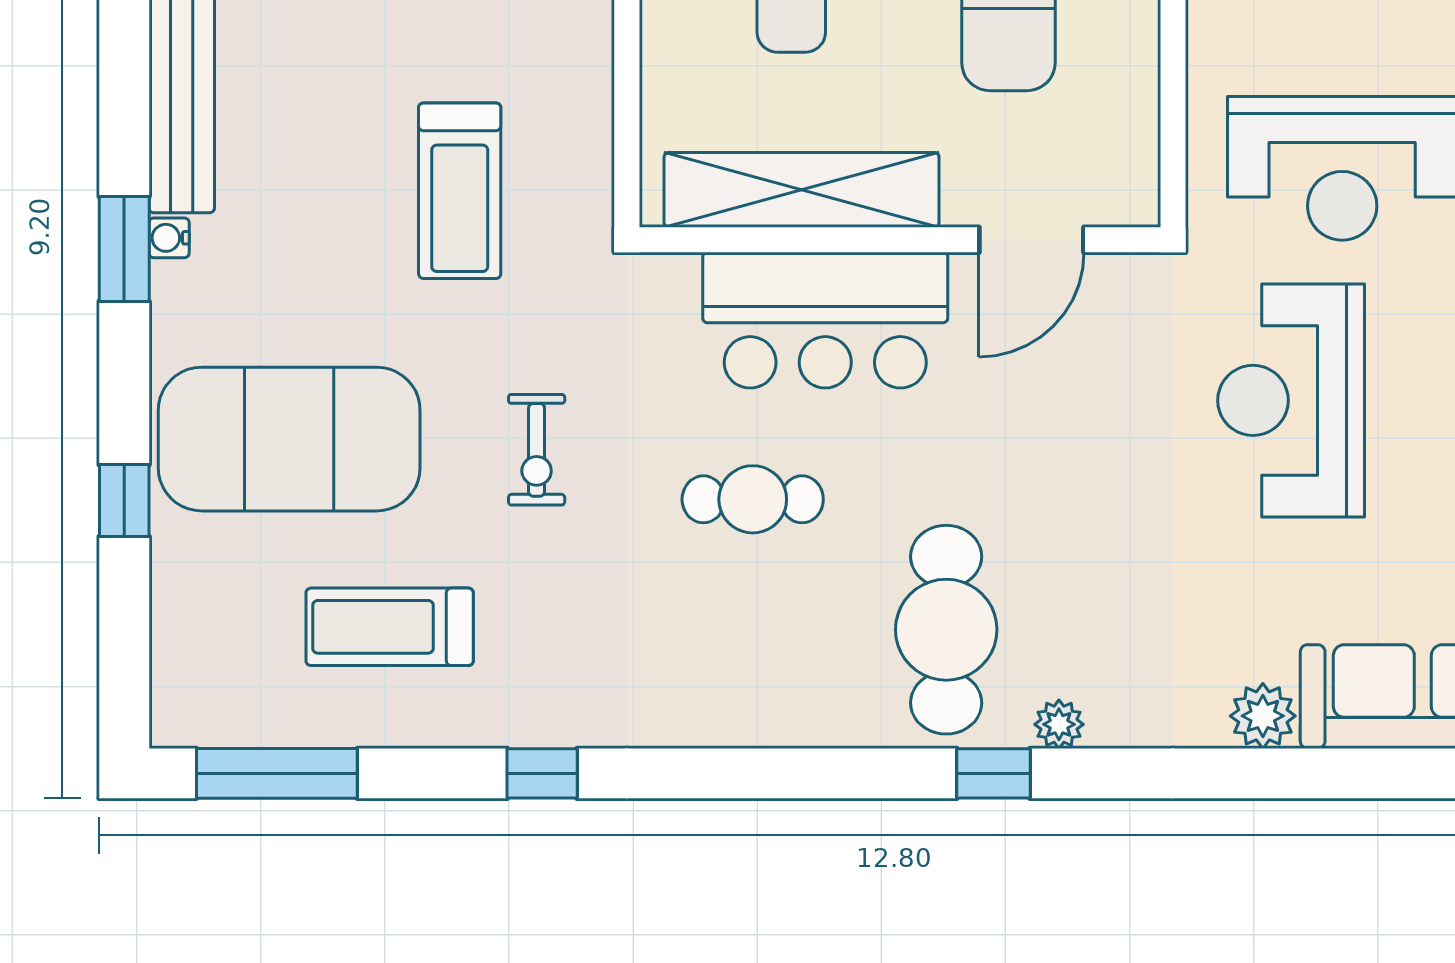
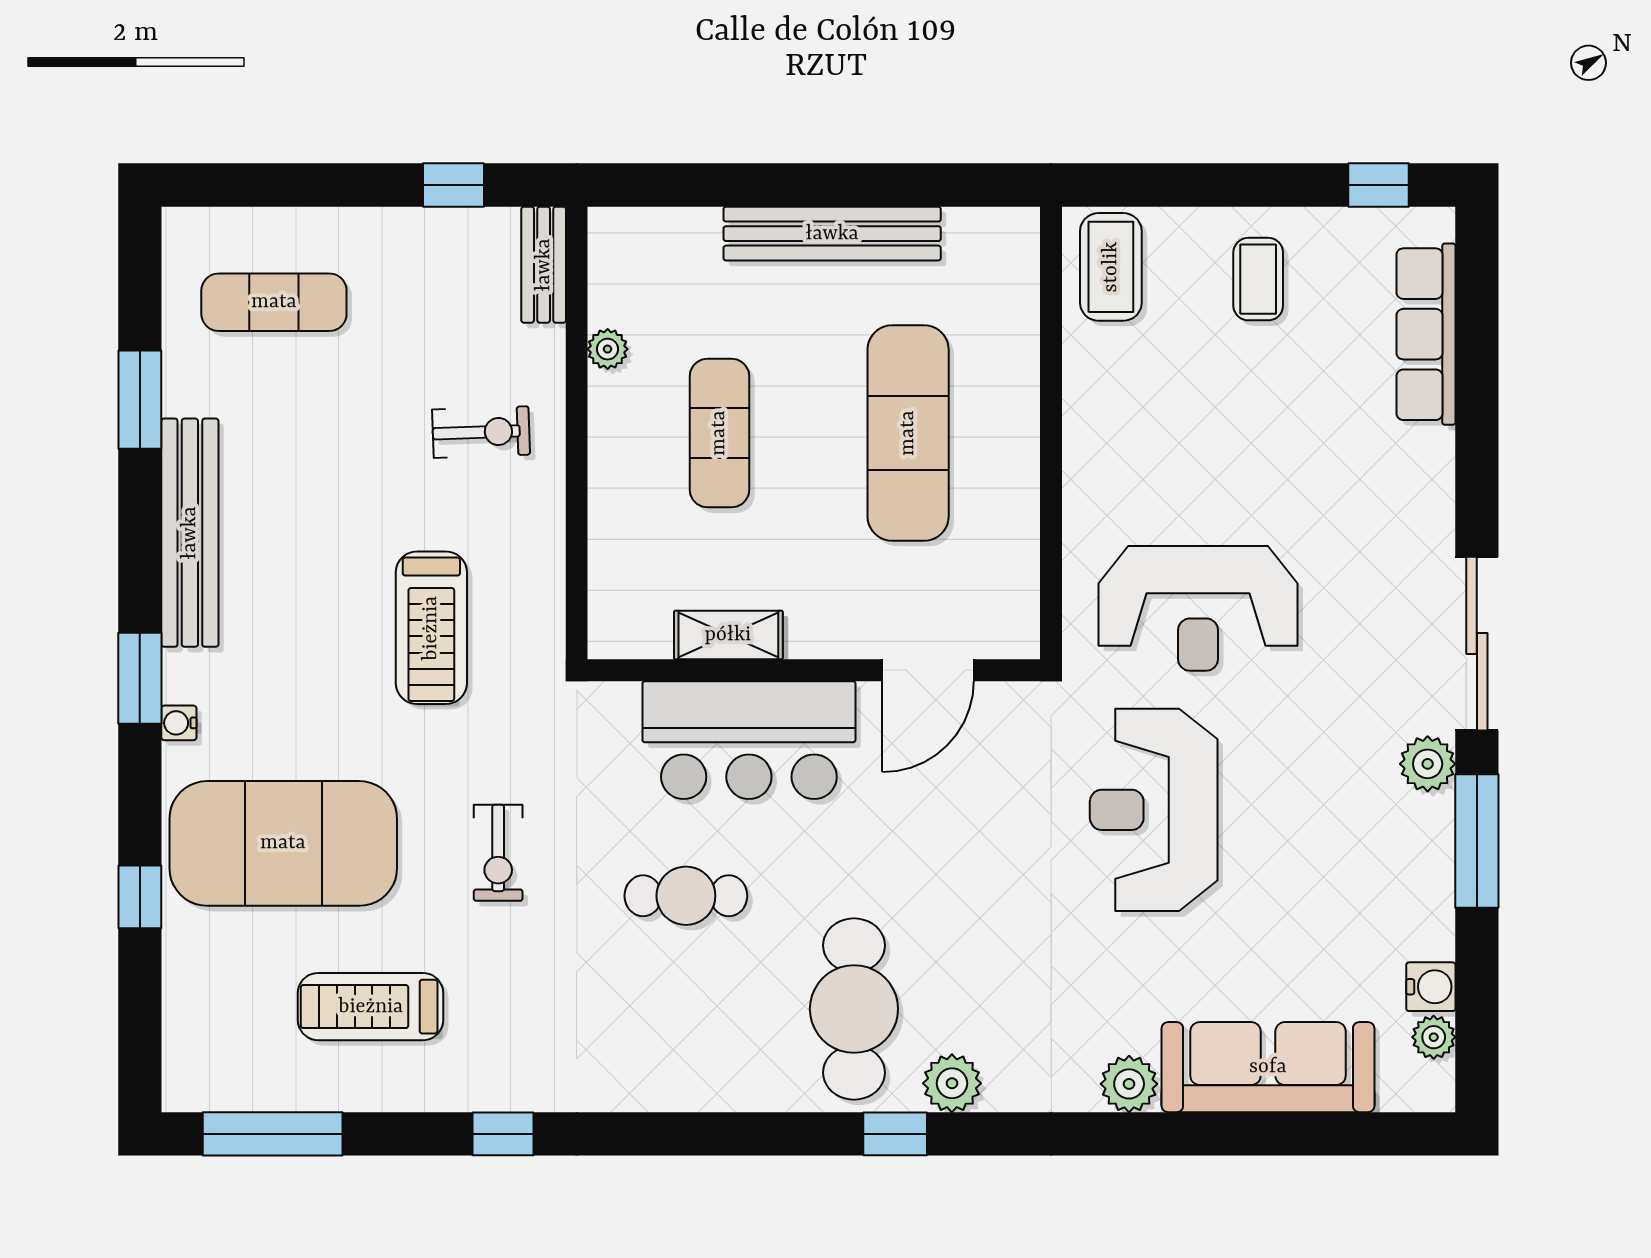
shelving: (802, 190) -> (728, 635), width x0.45, depth x0.75
water cooler: (169, 238) -> (179, 723), moved
plant: (1059, 724) -> (952, 1083), width x1.38, depth x1.38

